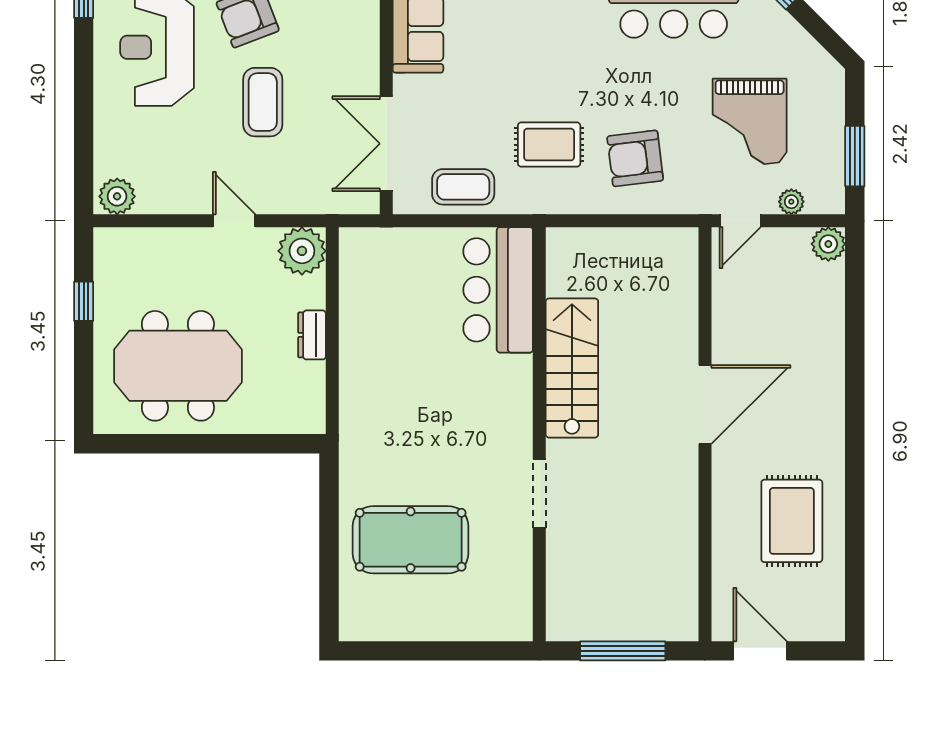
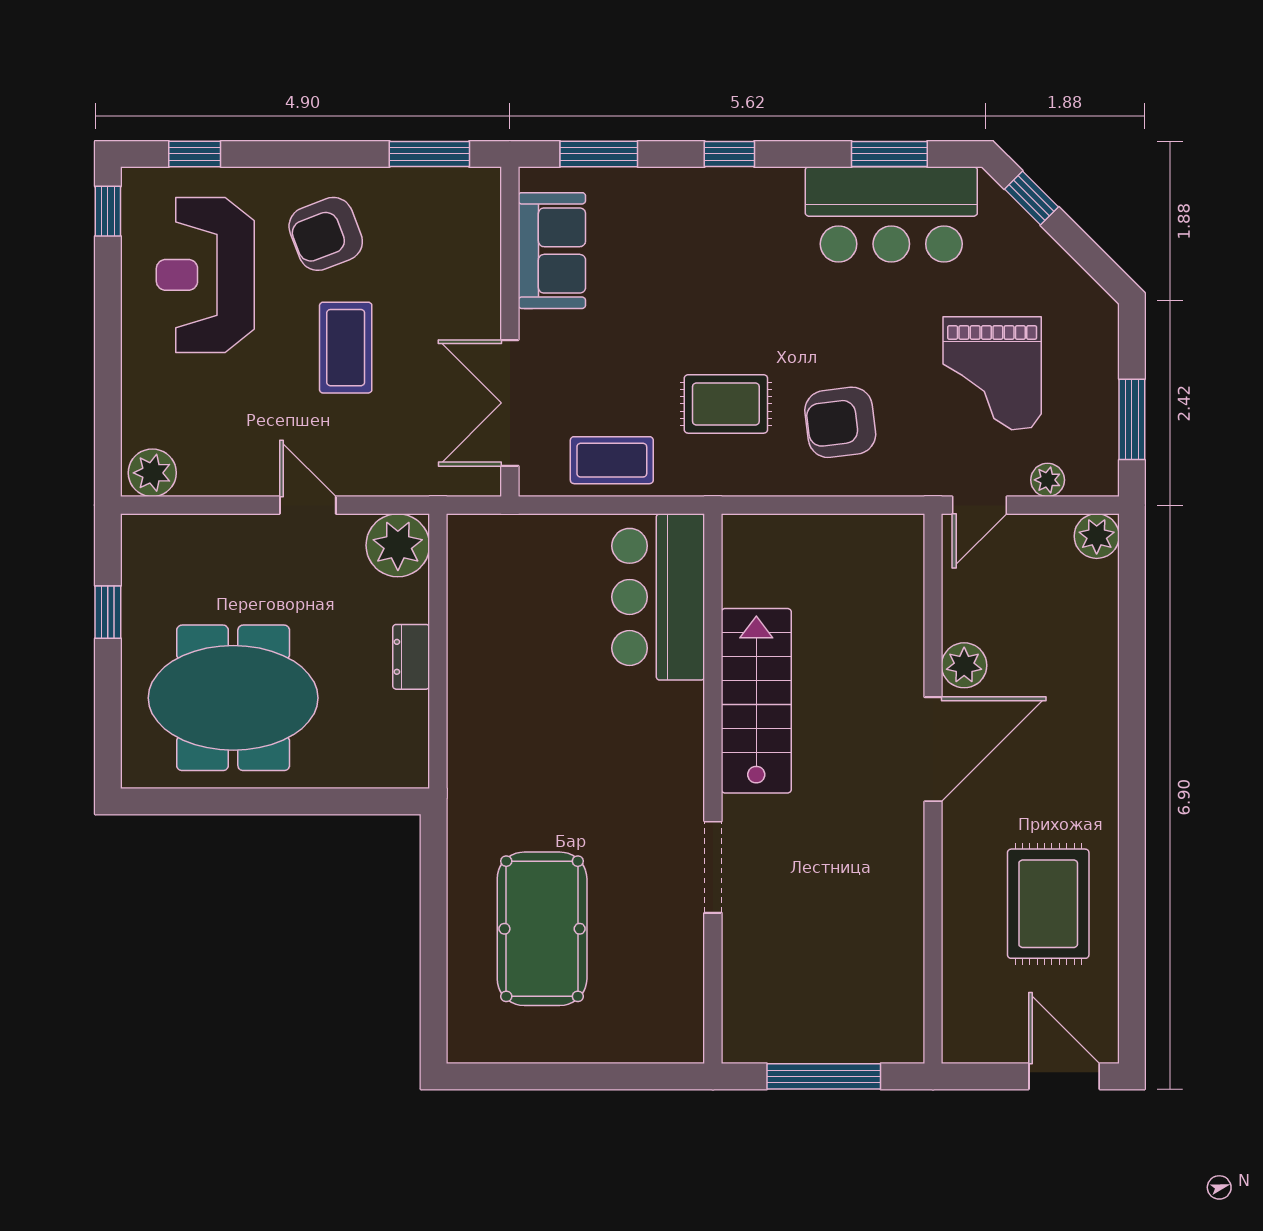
plant: (728, 341) -> (964, 665), added
pool table: (411, 540) -> (542, 929), turned 90
door: (760, 651) -> (1064, 1076), moved

